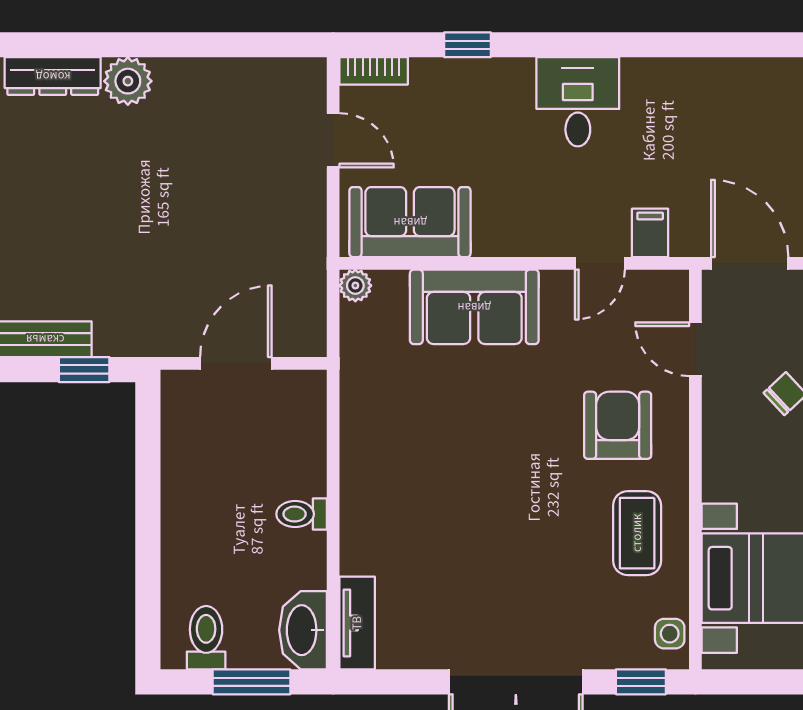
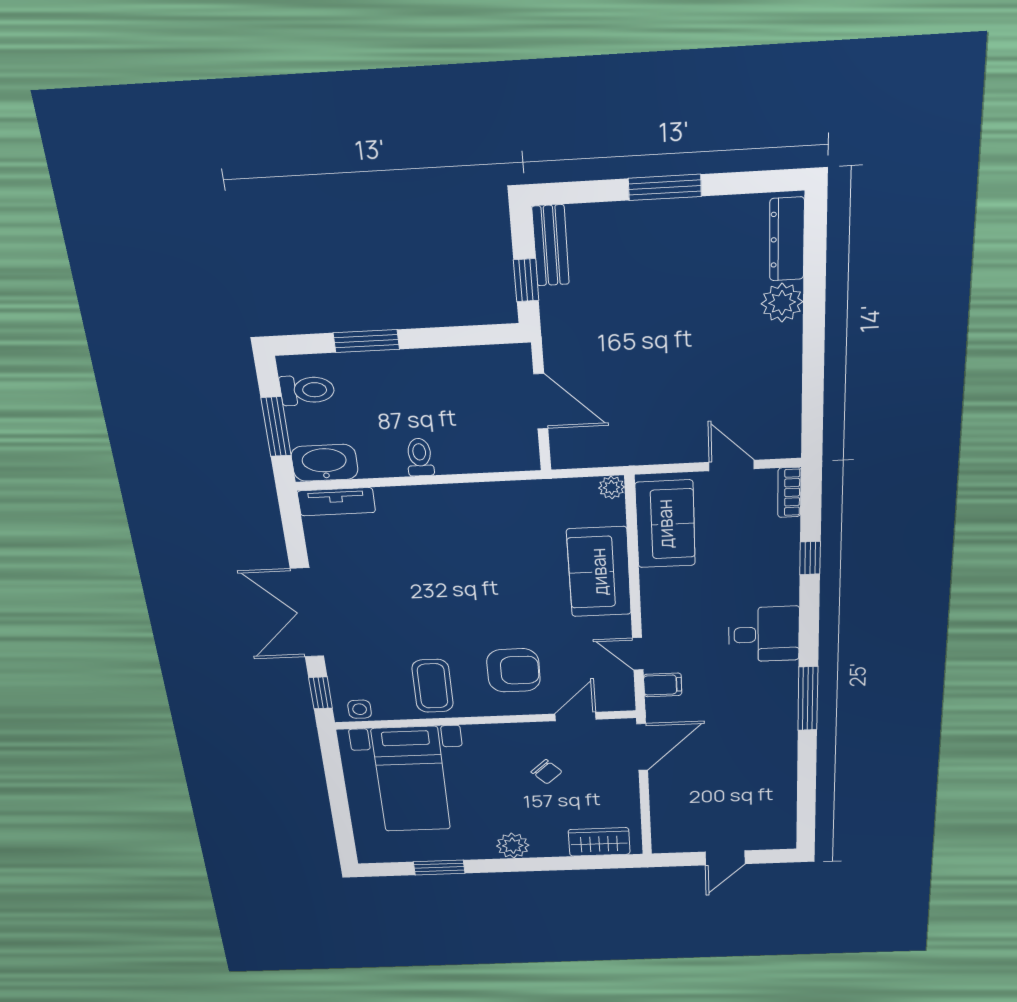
window: (681, 45) -> (808, 699), added
door: (333, 140) -> (732, 466), swing flipped
coffee table: (637, 533) -> (433, 686), turned 90
window: (148, 560) -> (366, 341), added

